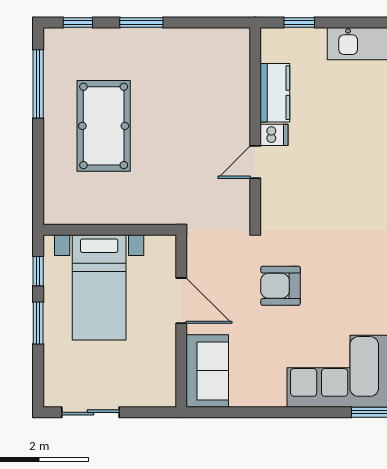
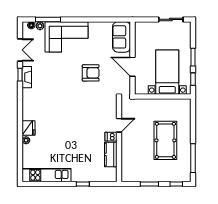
kitchen counter: (275, 93) -> (111, 154), moved
wall: (255, 126) -> (119, 140), moved
dishwasher: (274, 135) -> (111, 137), moved
door: (255, 162) -> (119, 125), moved

